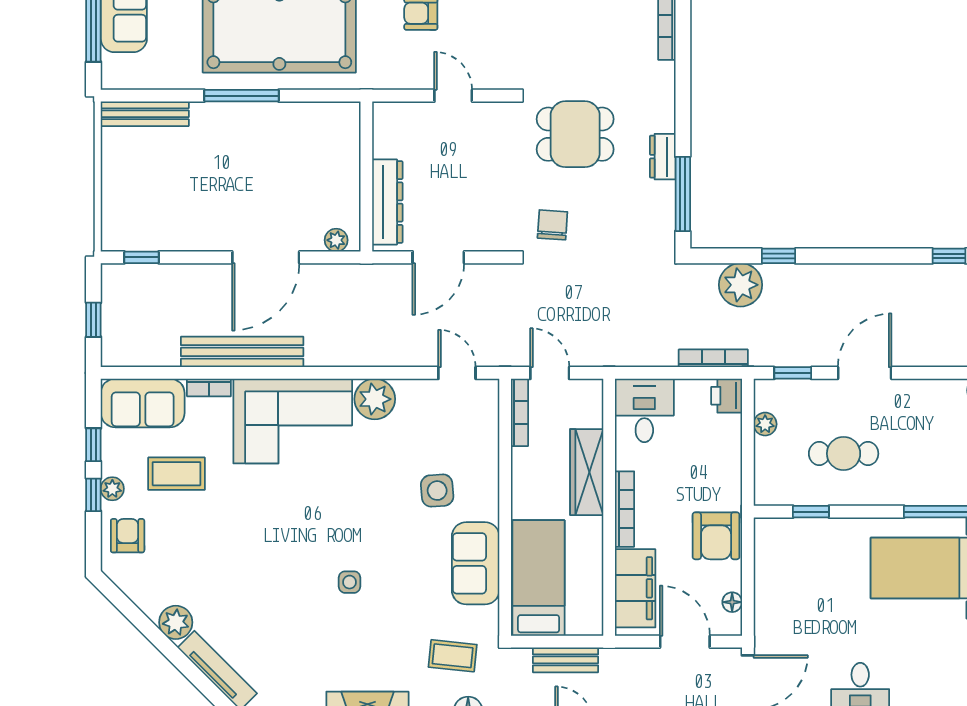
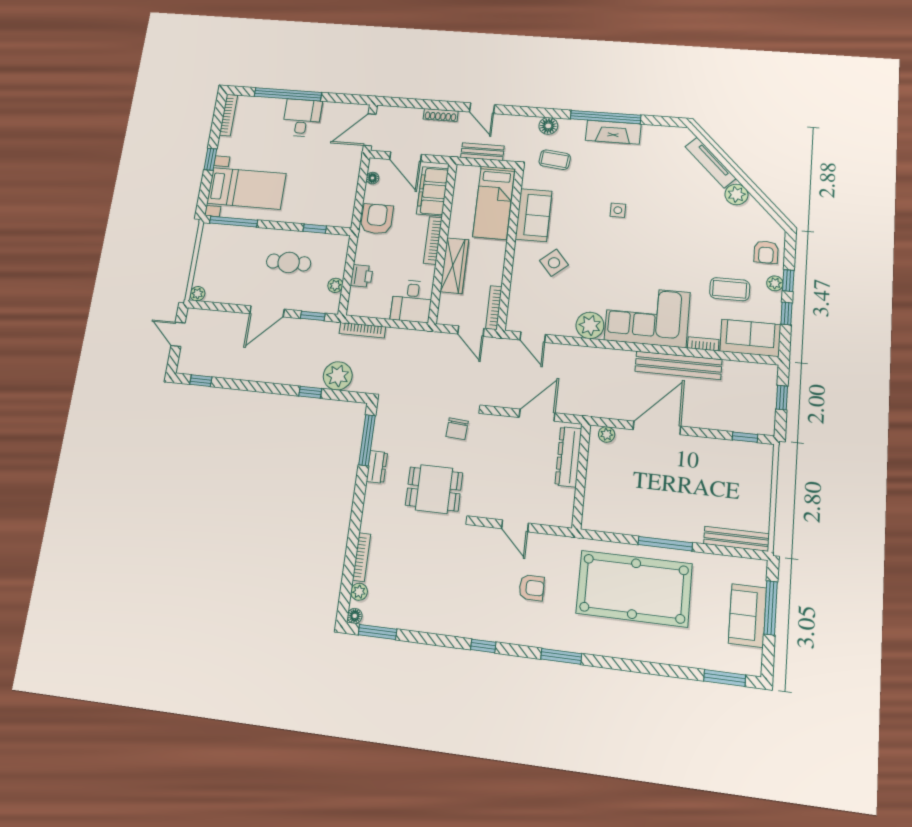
printer: (727, 396) -> (362, 276), moved
side table: (437, 491) -> (554, 263), turned -37

